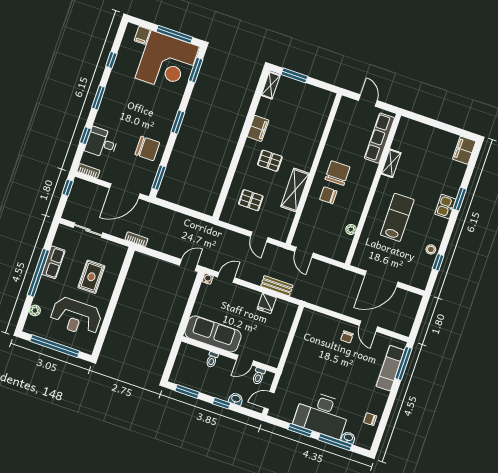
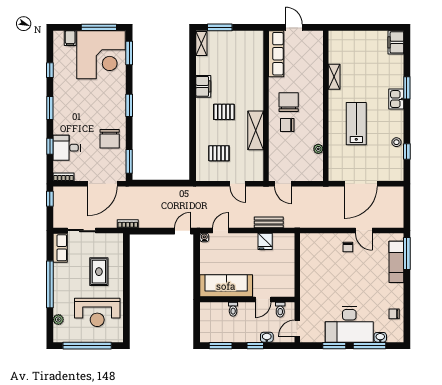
row of seats: (379, 138) -> (276, 54), moved, turned 180
chair: (147, 148) -> (110, 139), turned 90
row of seats: (53, 262) -> (60, 248), moved

